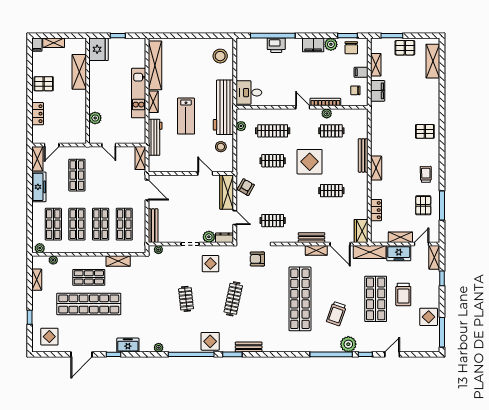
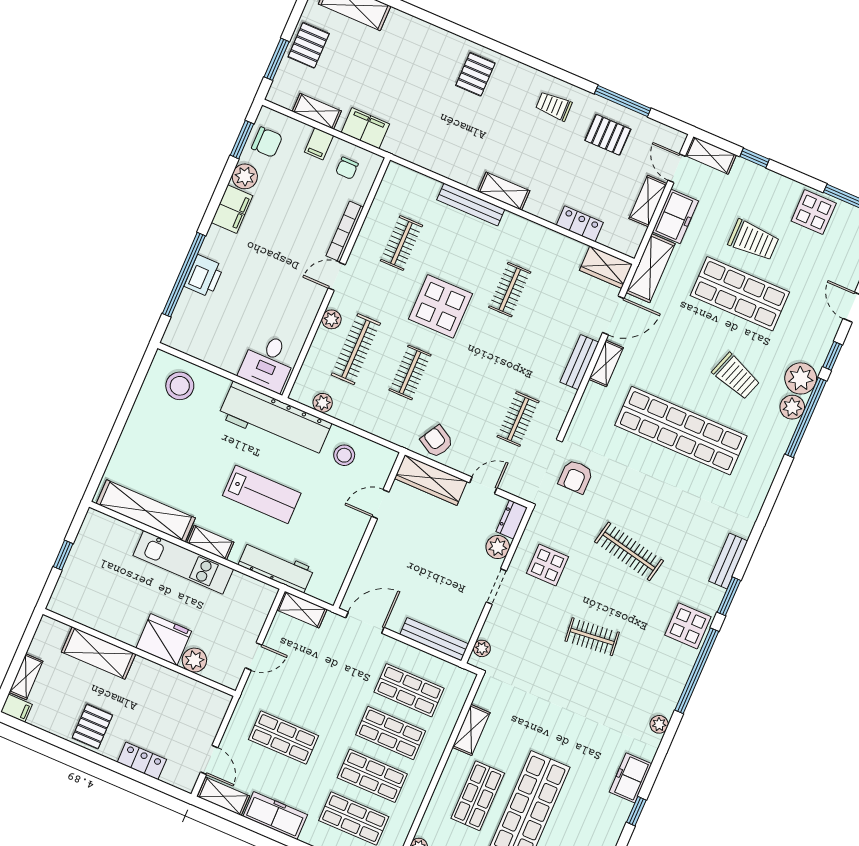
fridge: (99, 49) -> (164, 640), moved
plant: (327, 113) -> (331, 319), moved
plant: (333, 346) -> (792, 407), added

